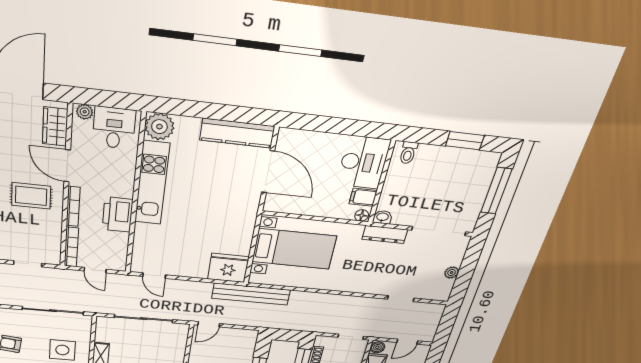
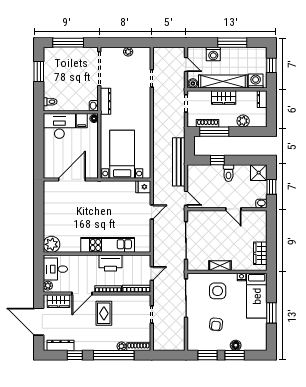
kitchen counter: (237, 133) -> (50, 201), removed
kitchen unit: (152, 183) -> (108, 245), moved
fridge: (228, 268) -> (143, 187), width x0.53, depth x0.75
door: (154, 276) -> (152, 212), moved
bench: (251, 294) -> (179, 162), moved

